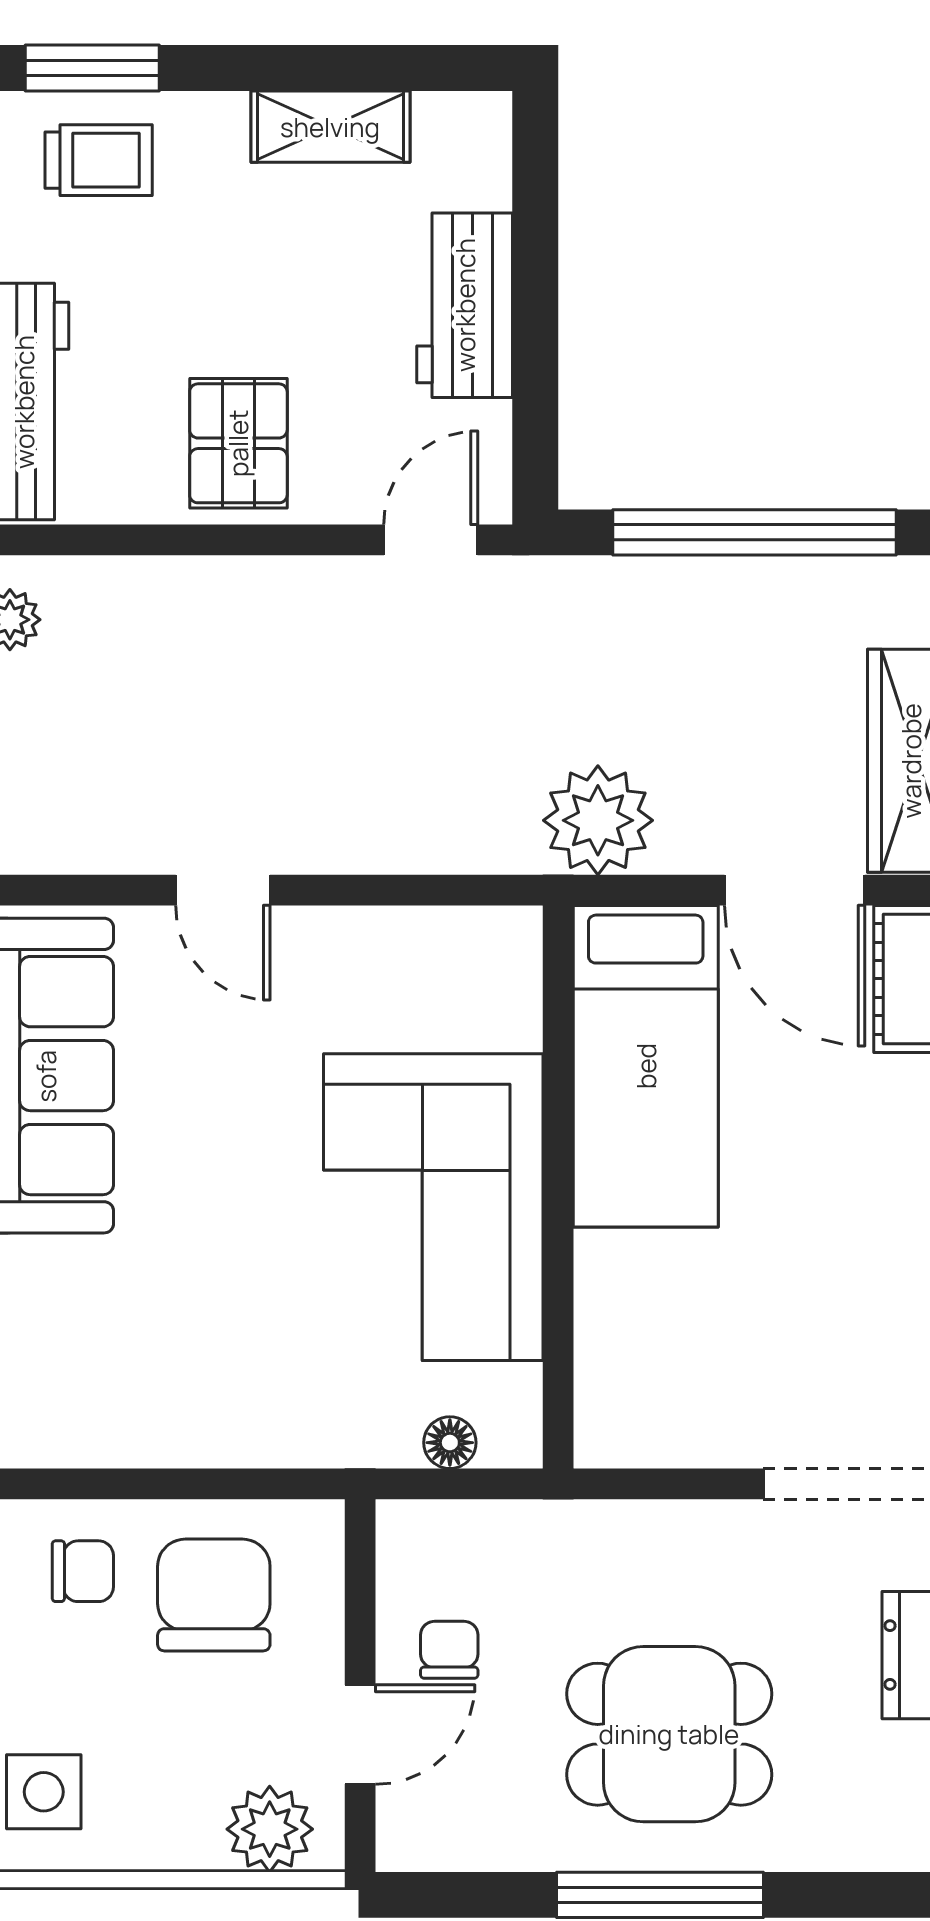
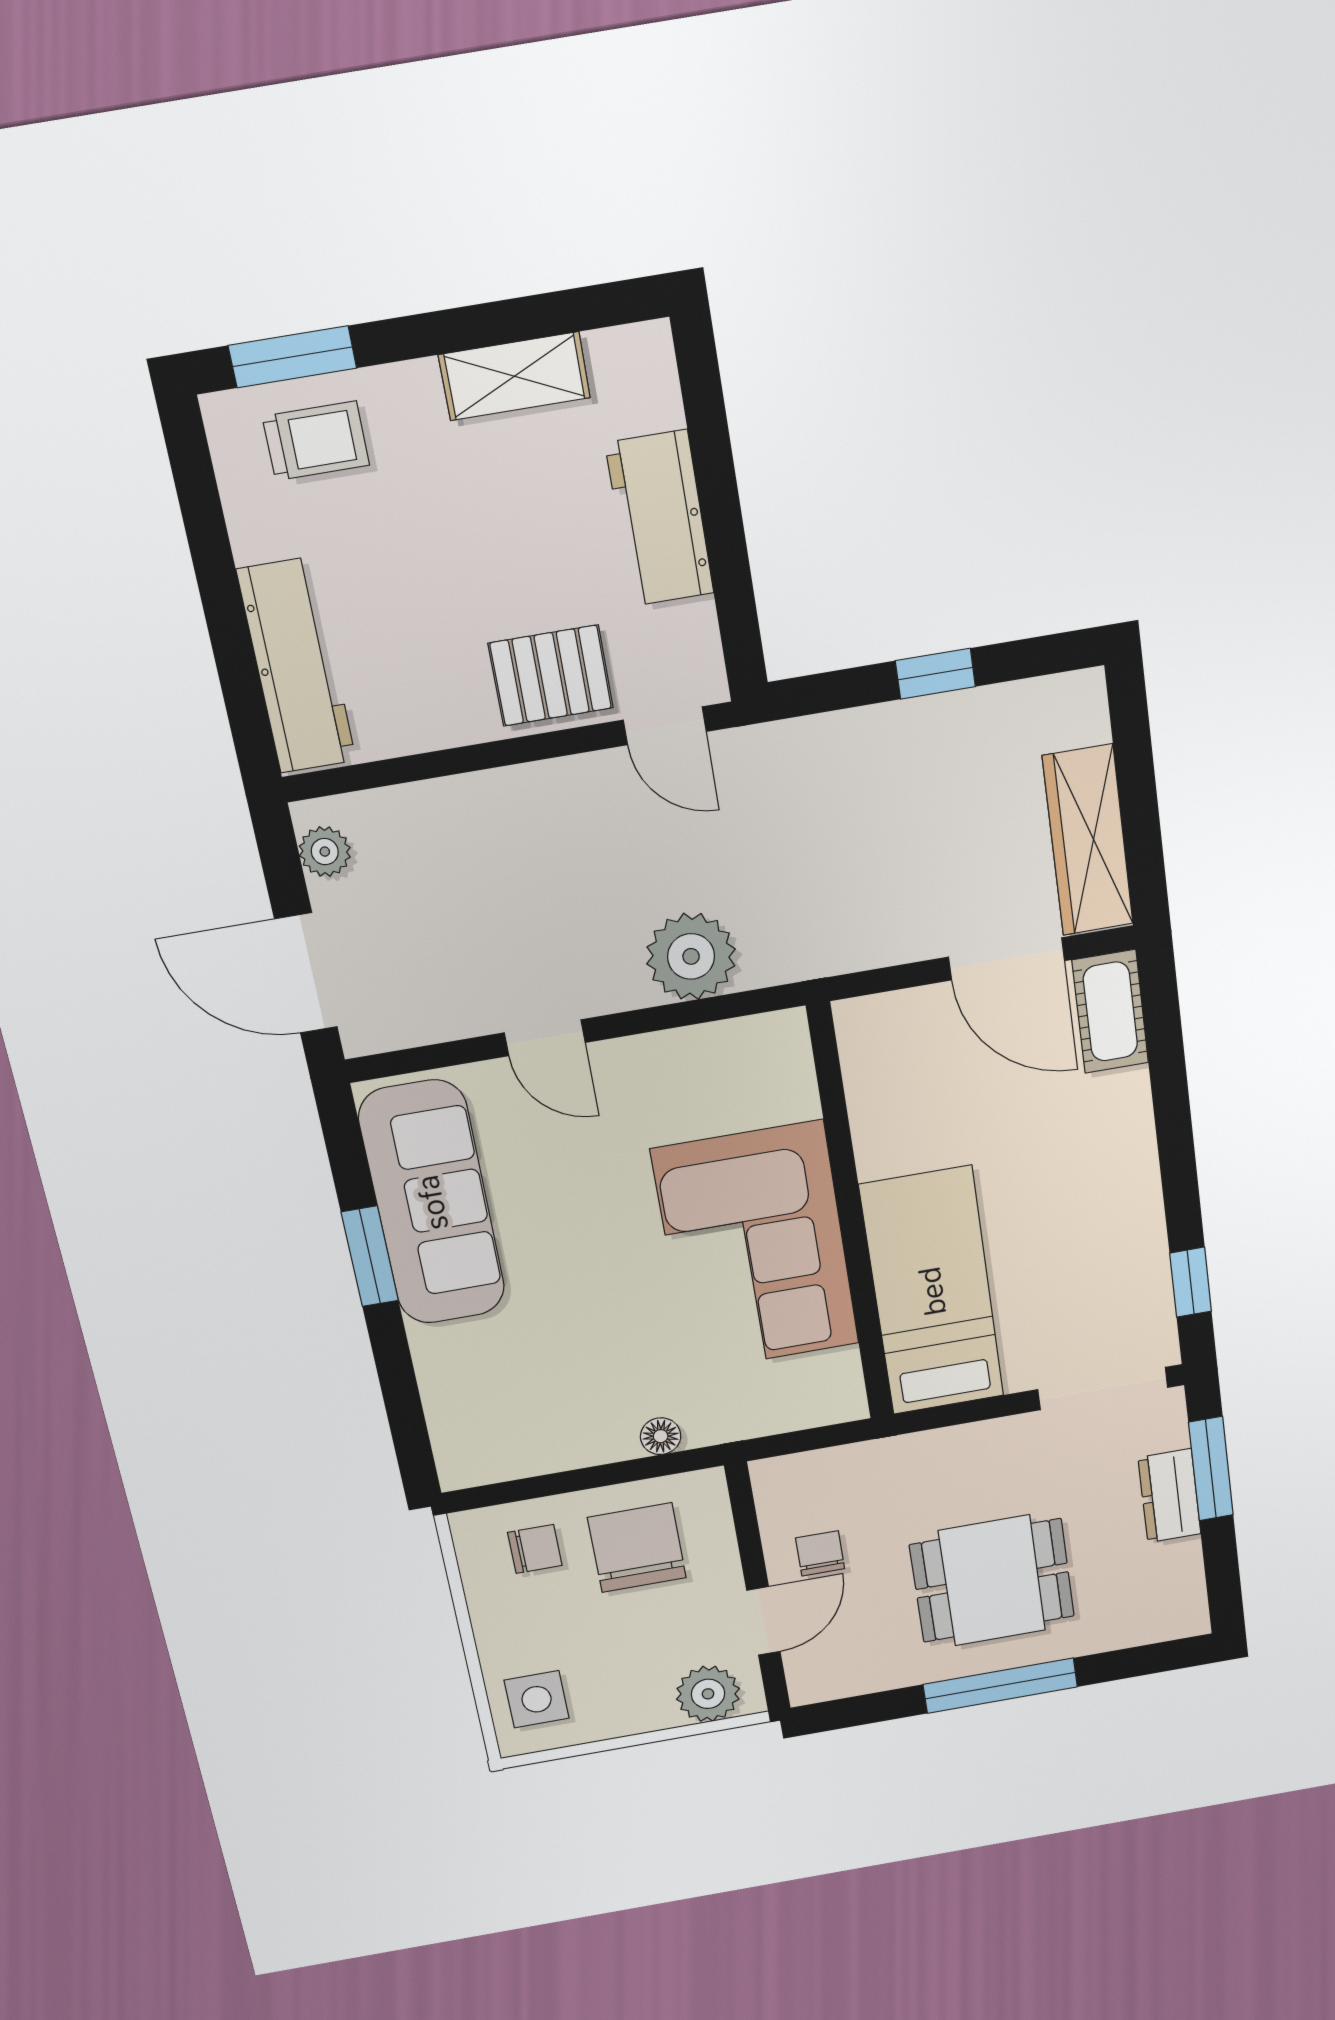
pallet: (238, 443) -> (551, 676), moved, turned 90
window: (754, 532) -> (935, 674), width x0.32
door: (431, 540) -> (665, 726), swing flipped
plant: (598, 820) -> (691, 956), moved
bed: (646, 1066) -> (932, 1291), moved, turned 180
floor lamp: (450, 1443) -> (661, 1436), moved

